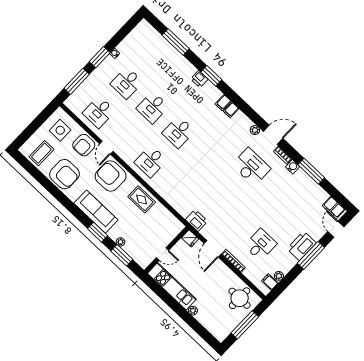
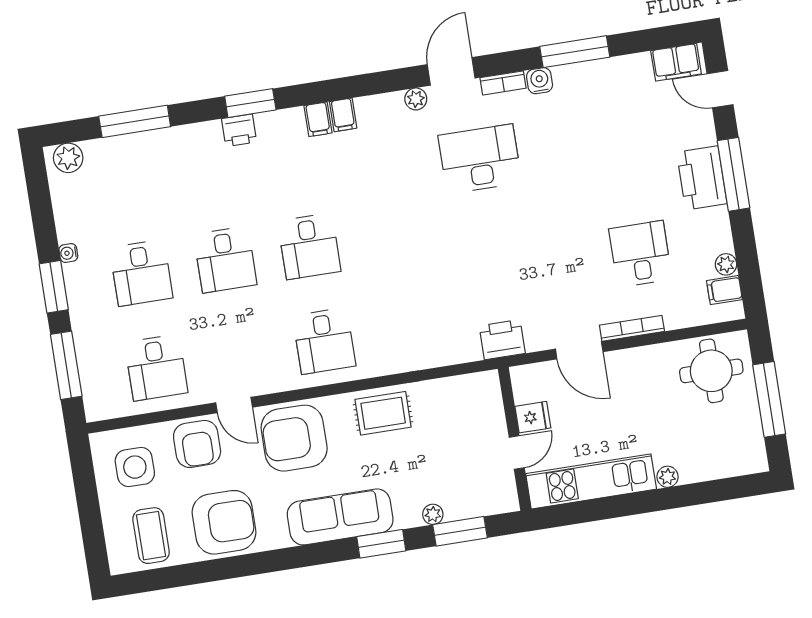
plant: (146, 29) -> (68, 158), added
fridge: (190, 238) -> (533, 417), moved

